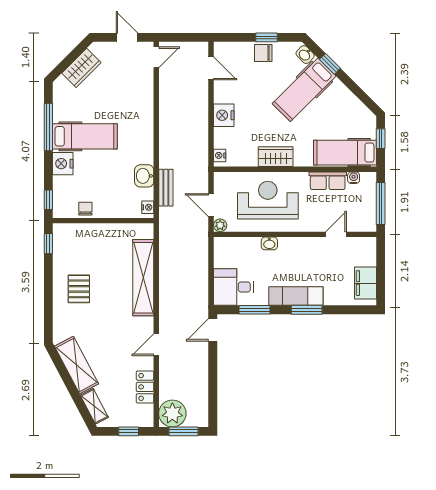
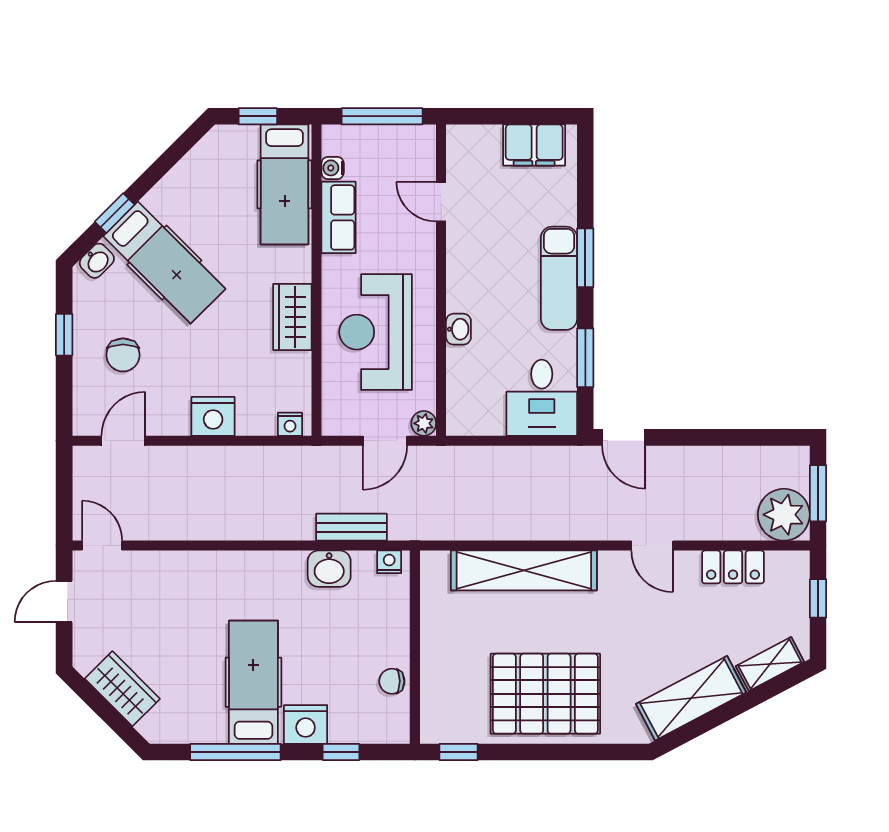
chair: (263, 53) -> (123, 355), moved
window: (48, 200) -> (341, 752), moved
pallet: (79, 289) -> (545, 694), width x2.05, depth x2.00

